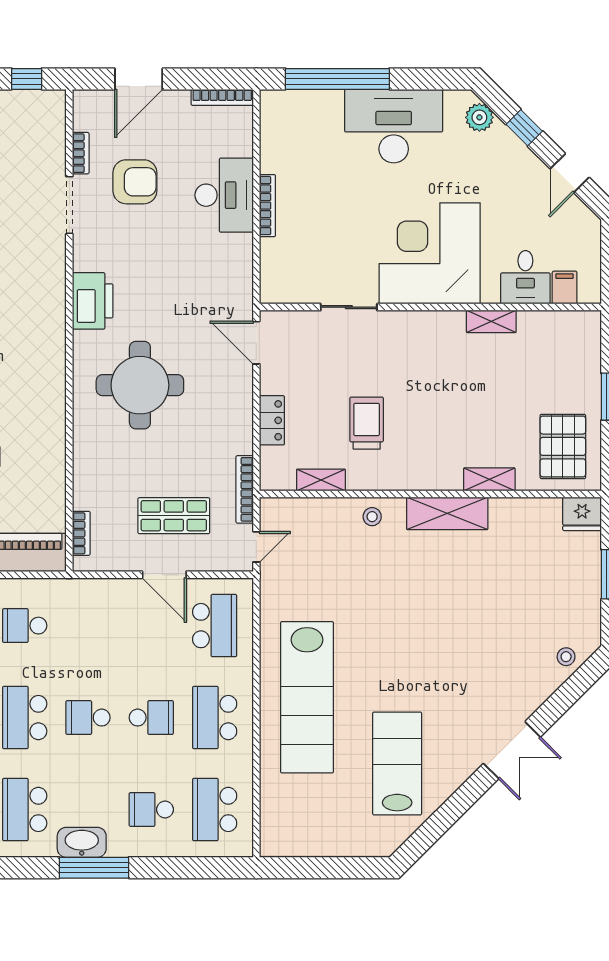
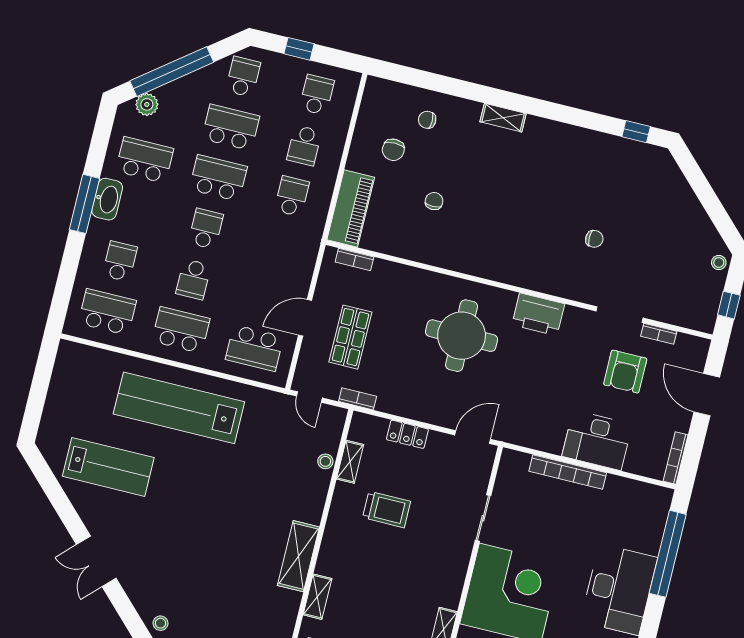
bookcase: (267, 206) -> (568, 472), width x1.48, depth x1.31
bookcase: (245, 489) -> (358, 399), width x0.64
stool: (372, 517) -> (325, 461), moved

